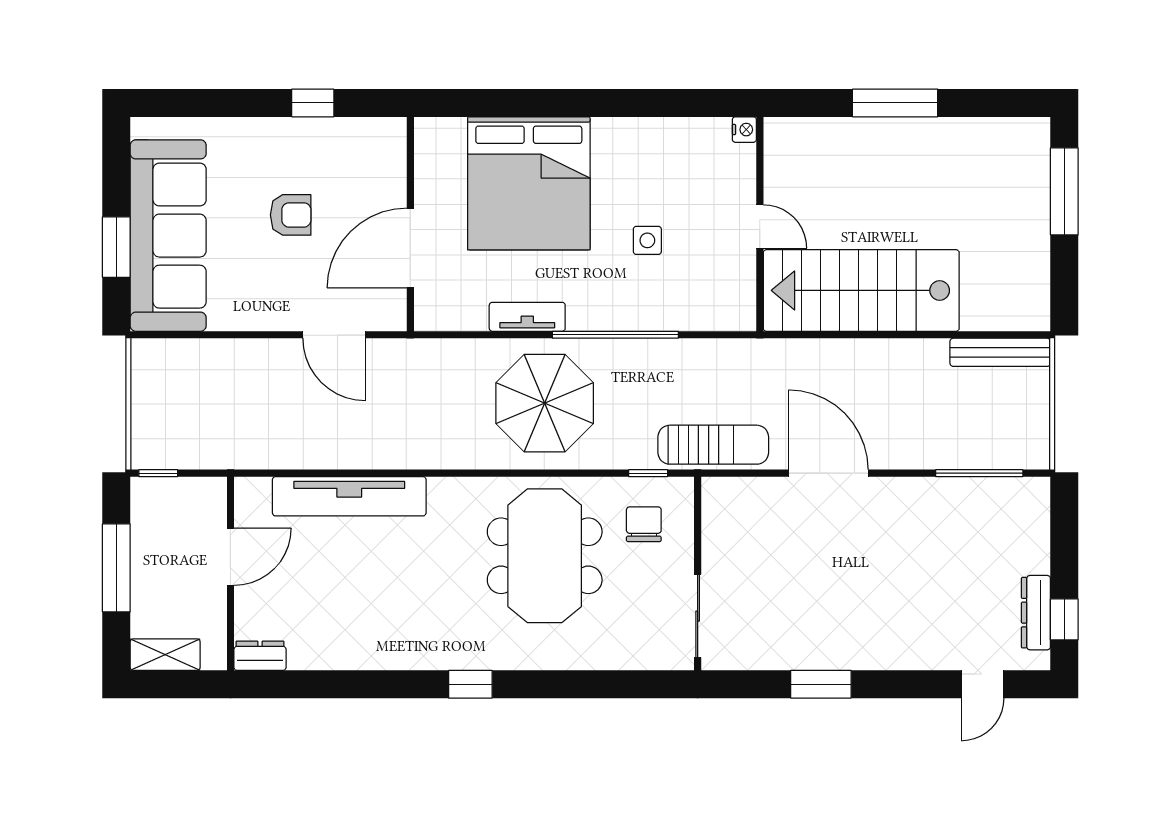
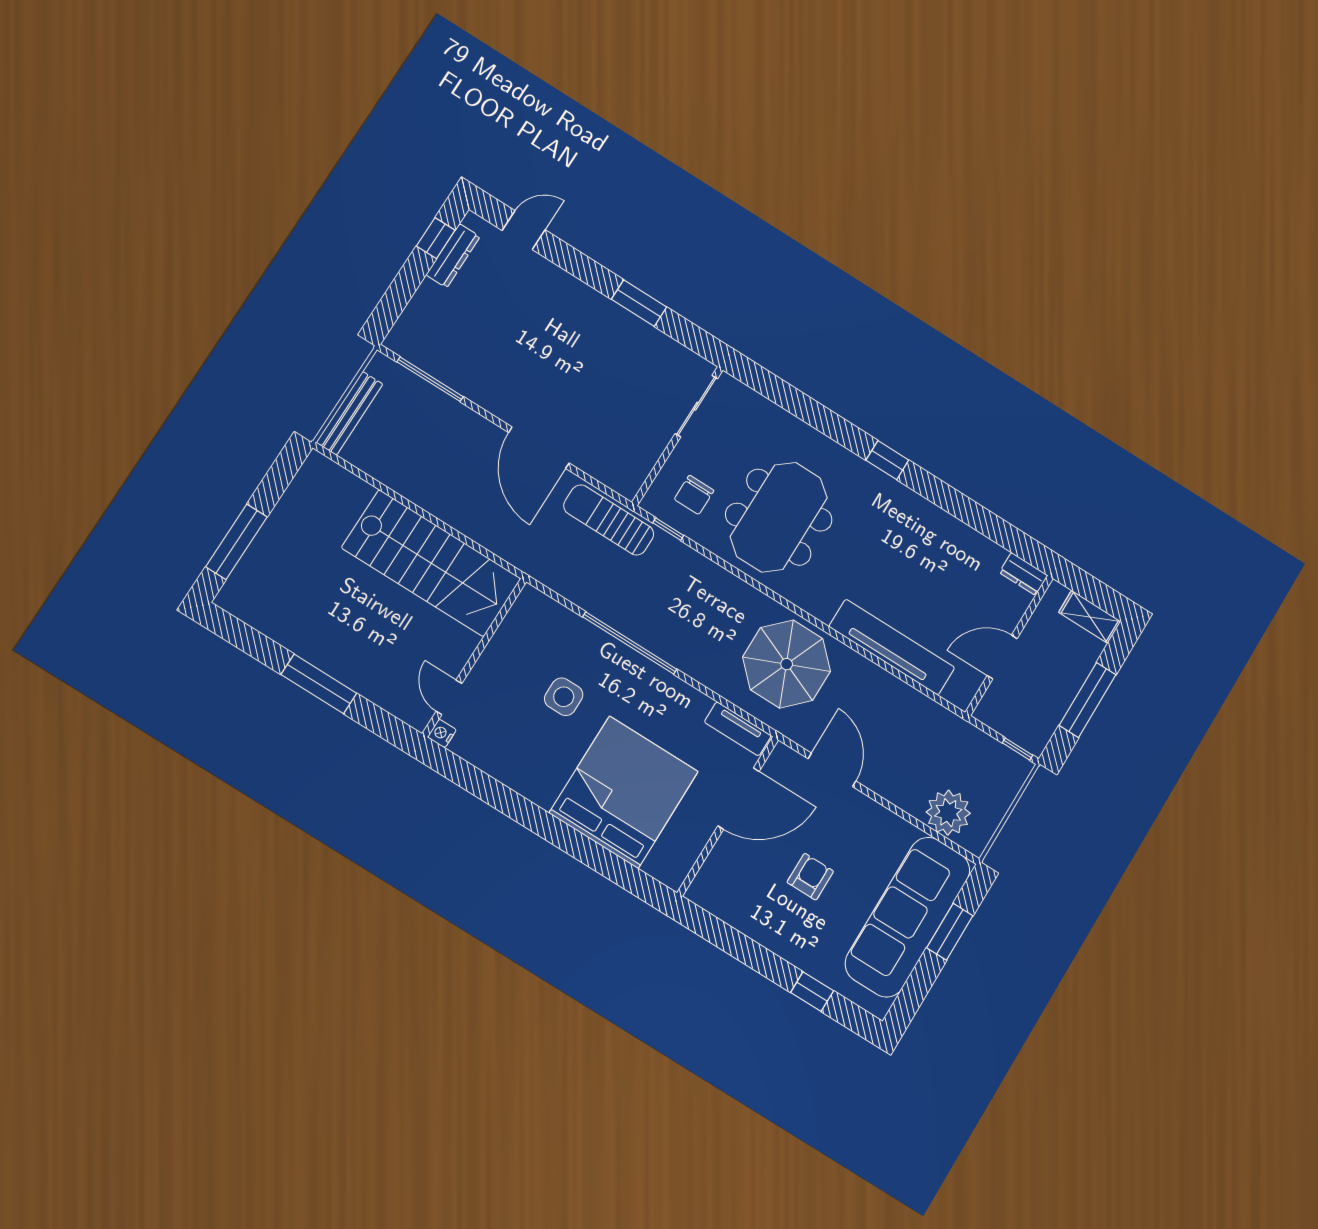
window: (313, 103) -> (812, 992), moved
armchair: (291, 215) -> (810, 877), turned 90
door: (760, 226) -> (449, 697), moved
side table: (647, 240) -> (564, 697), width x1.37, depth x1.37
tv unit: (527, 317) -> (738, 729), moved
bench: (1000, 352) -> (349, 413), moved, turned 90
plant: (190, 365) -> (948, 813), added
parasol: (545, 403) -> (787, 664), moved

